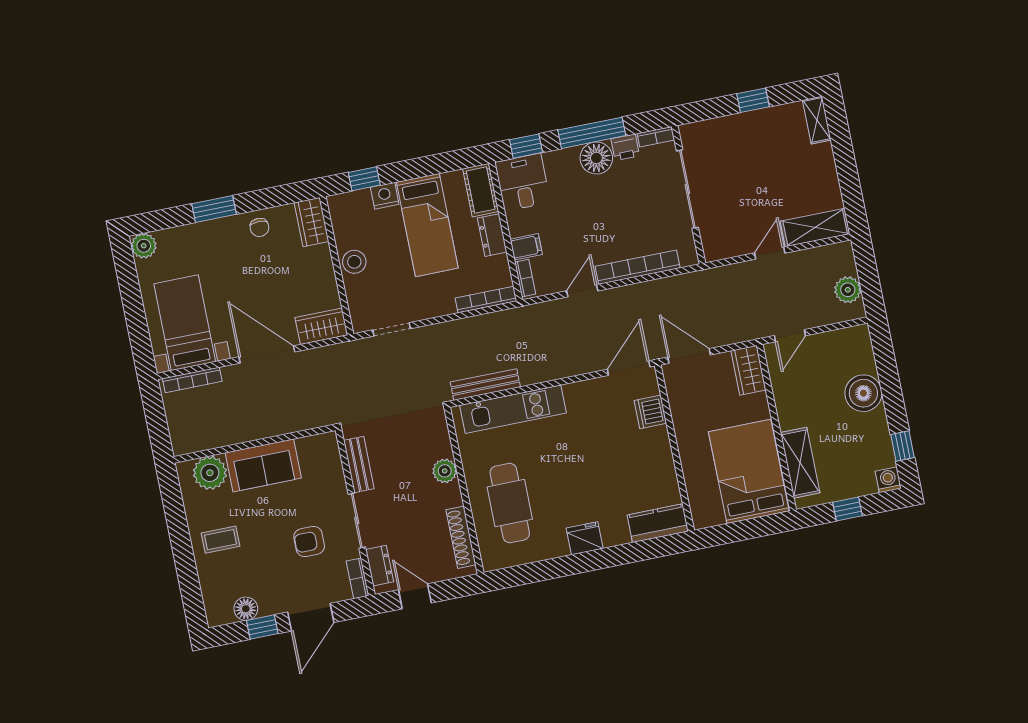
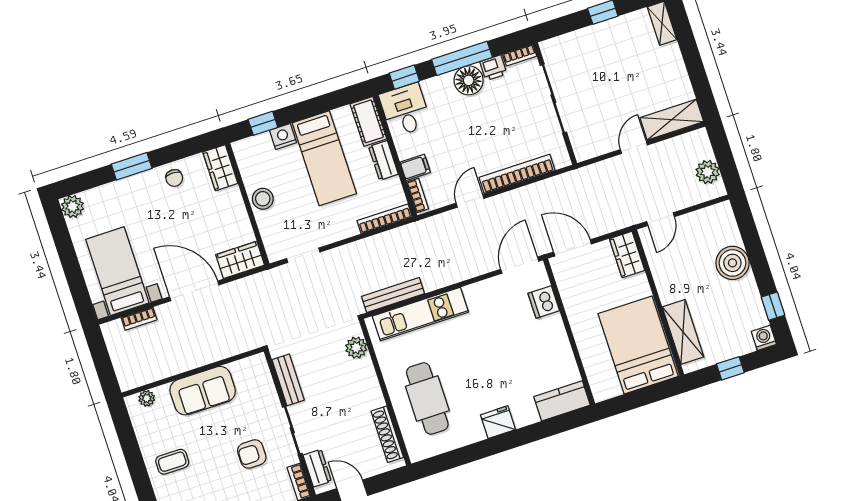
bookcase: (192, 380) -> (139, 319), width x0.64
plant: (445, 471) -> (356, 348), moved
plant: (210, 473) -> (147, 398), width x0.53, depth x0.53

